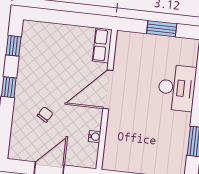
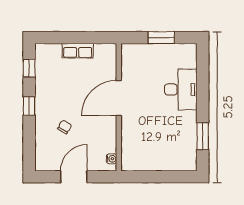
row of seats: (102, 45) -> (78, 51), moved, turned -90
water cooler: (95, 137) -> (112, 159), moved

